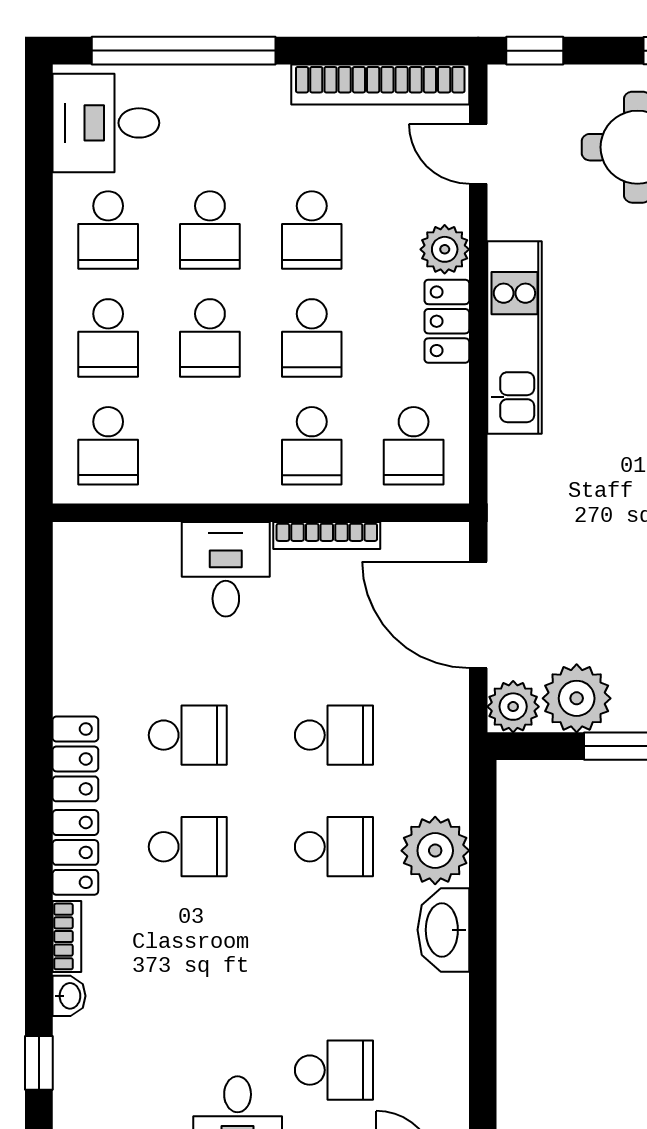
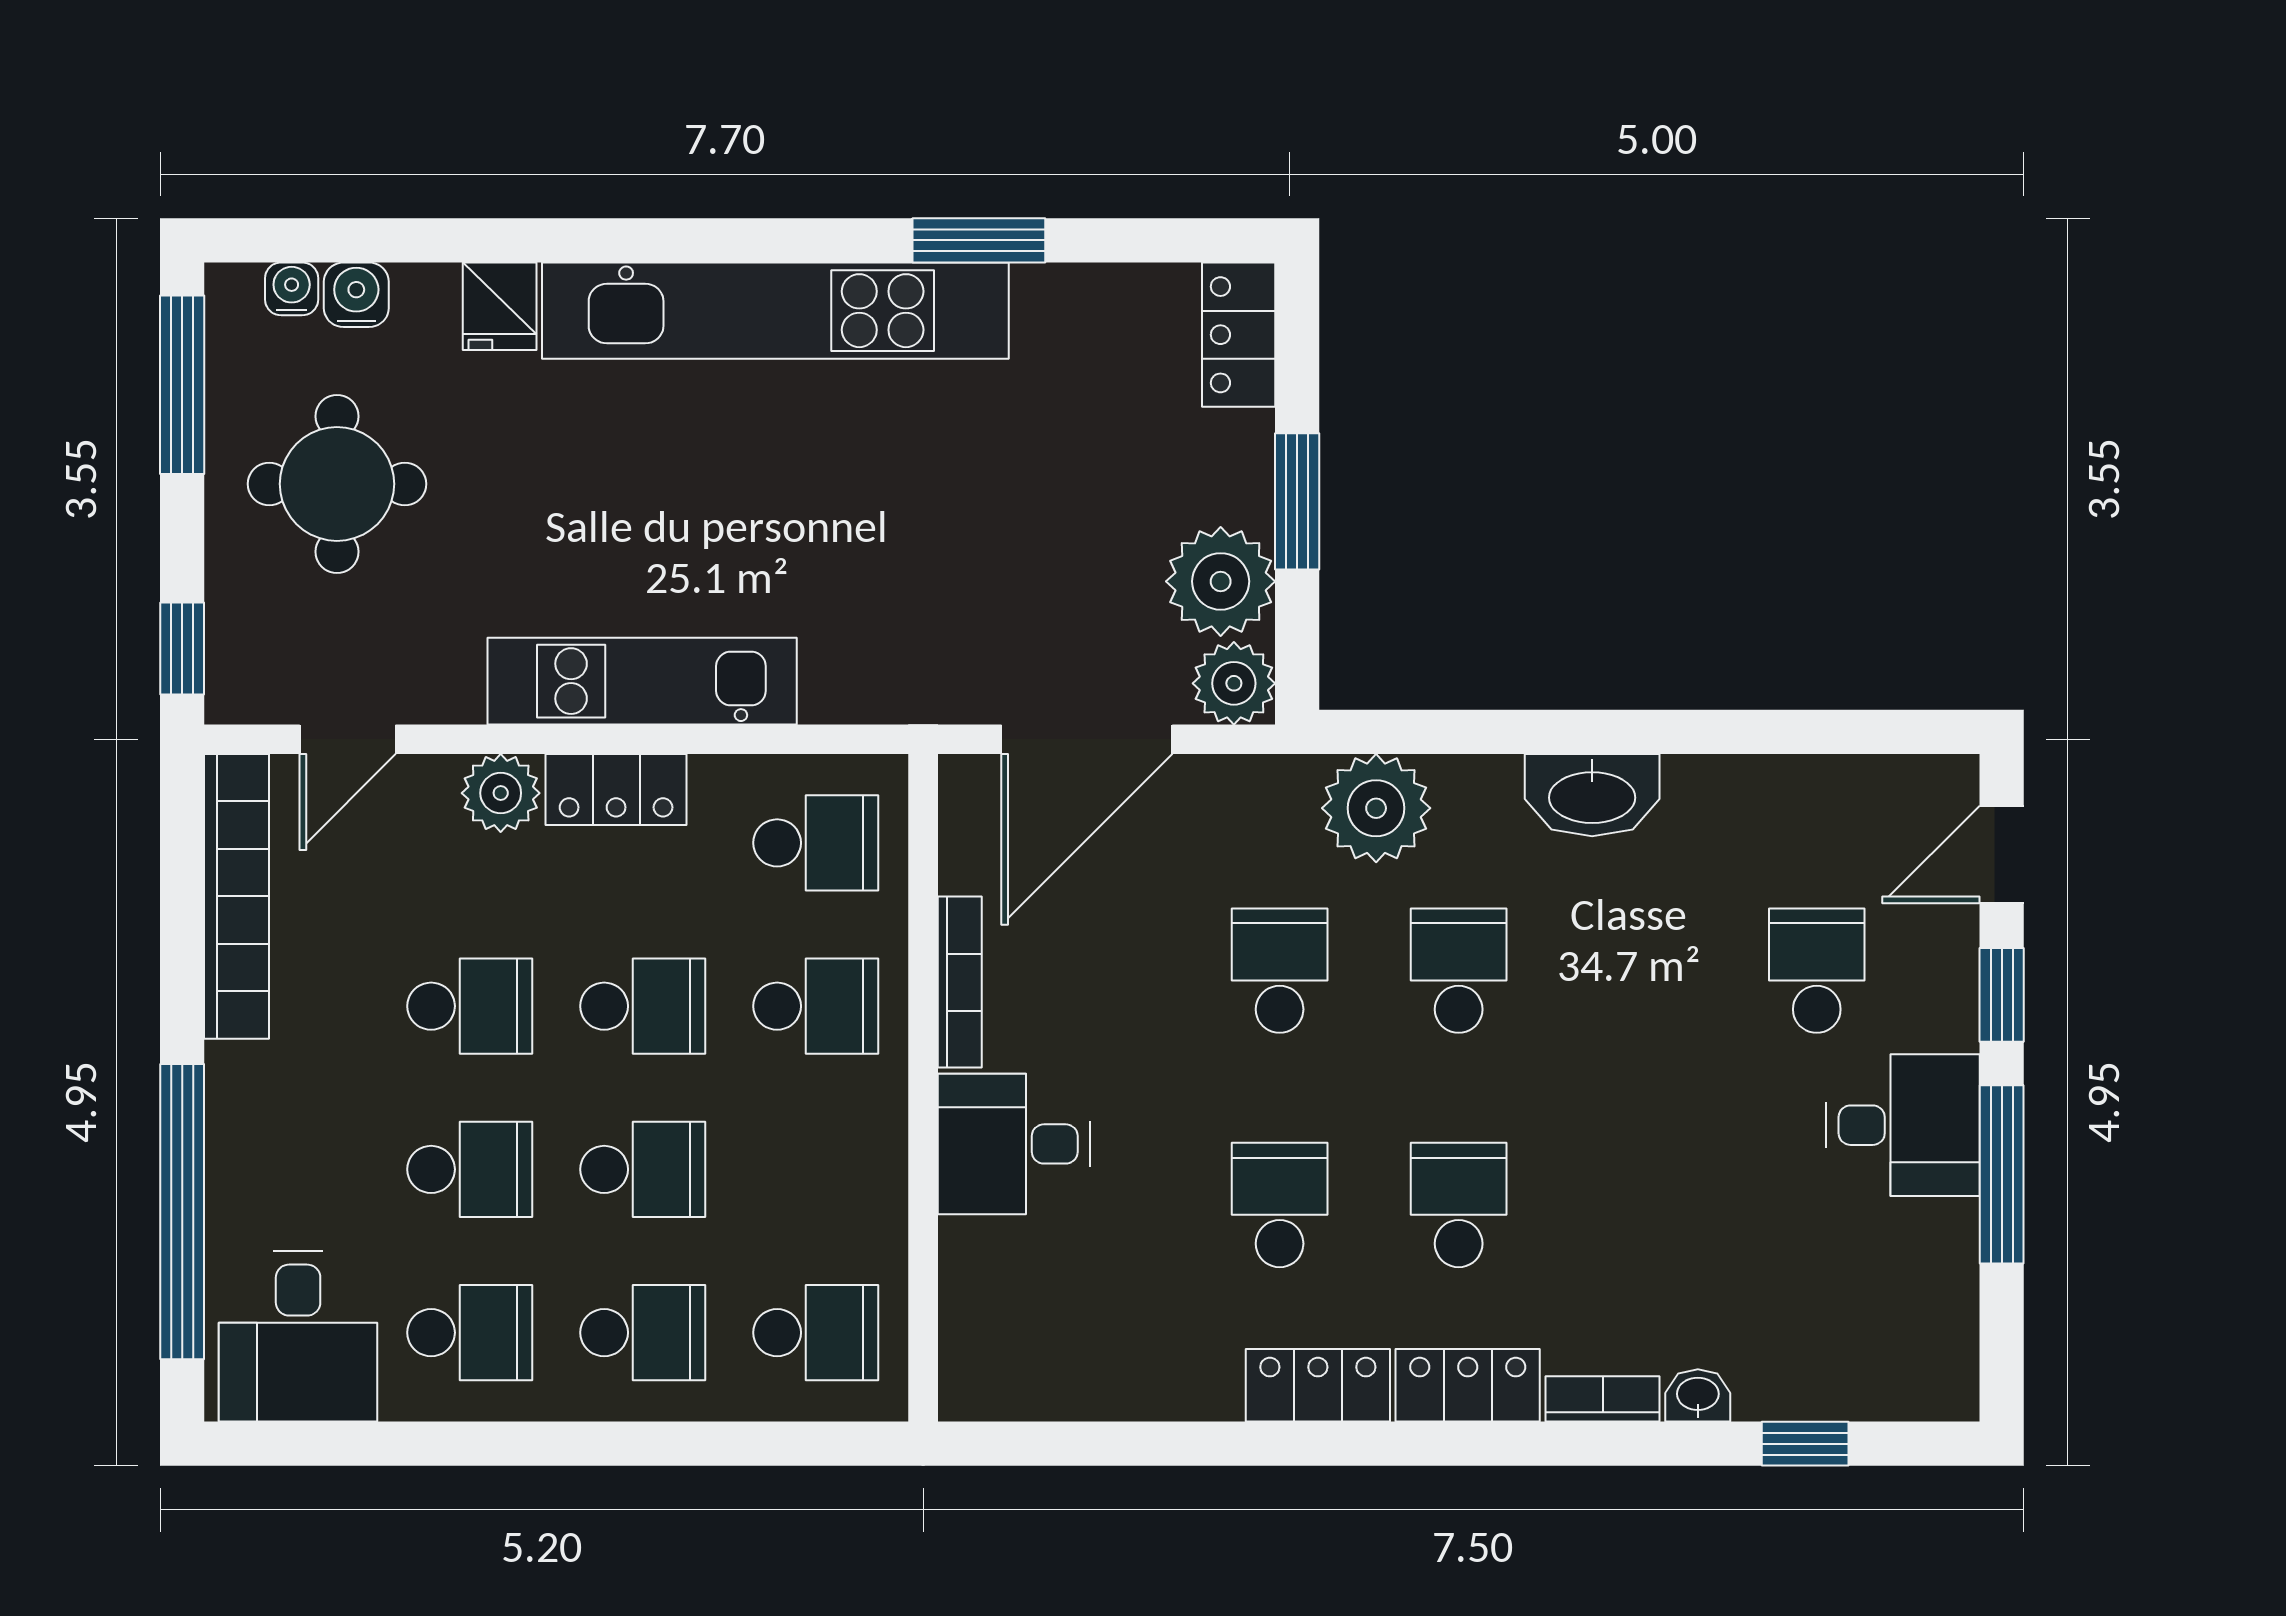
plant: (435, 851) -> (1376, 808), moved

